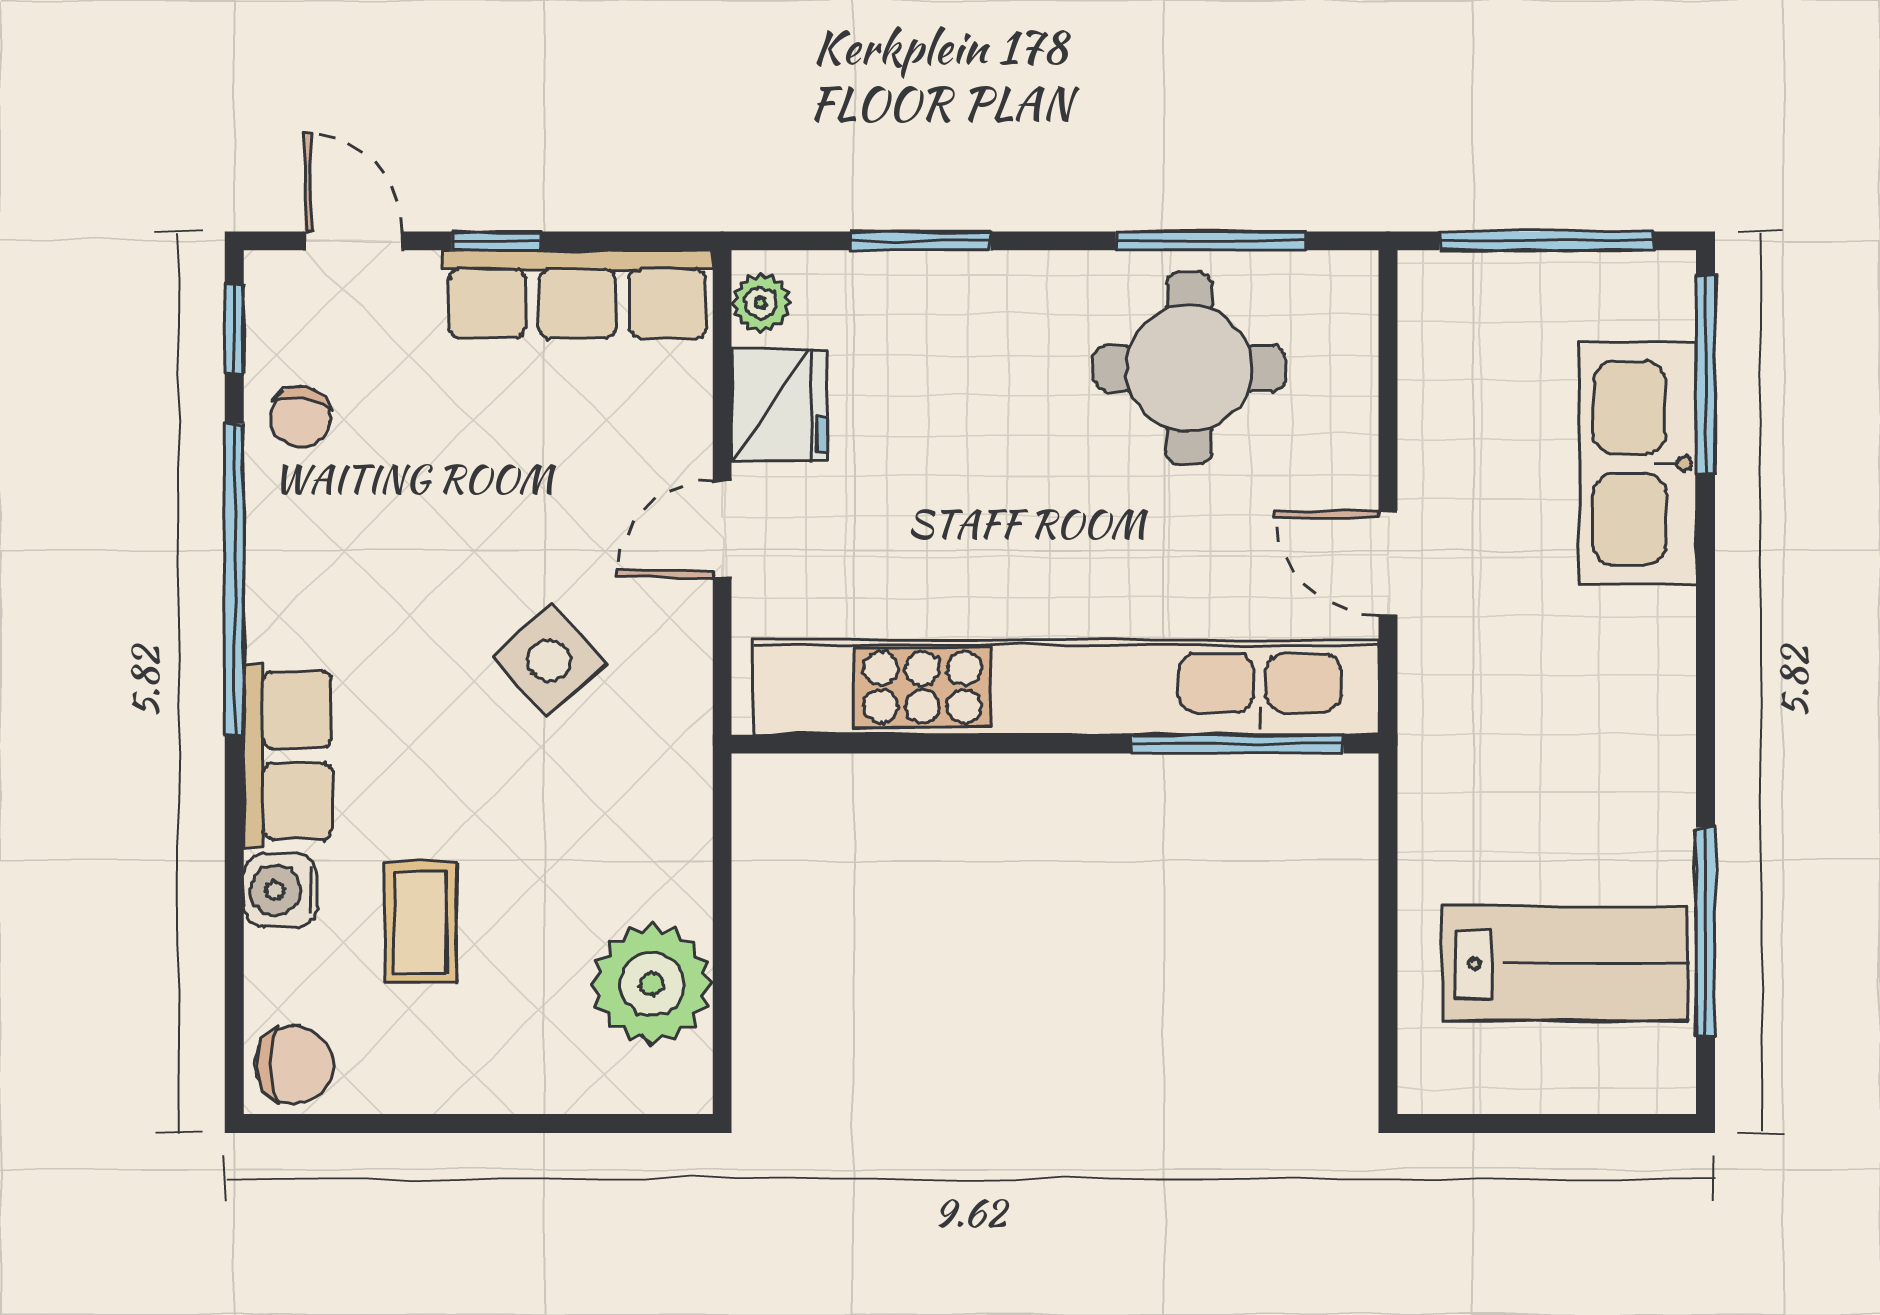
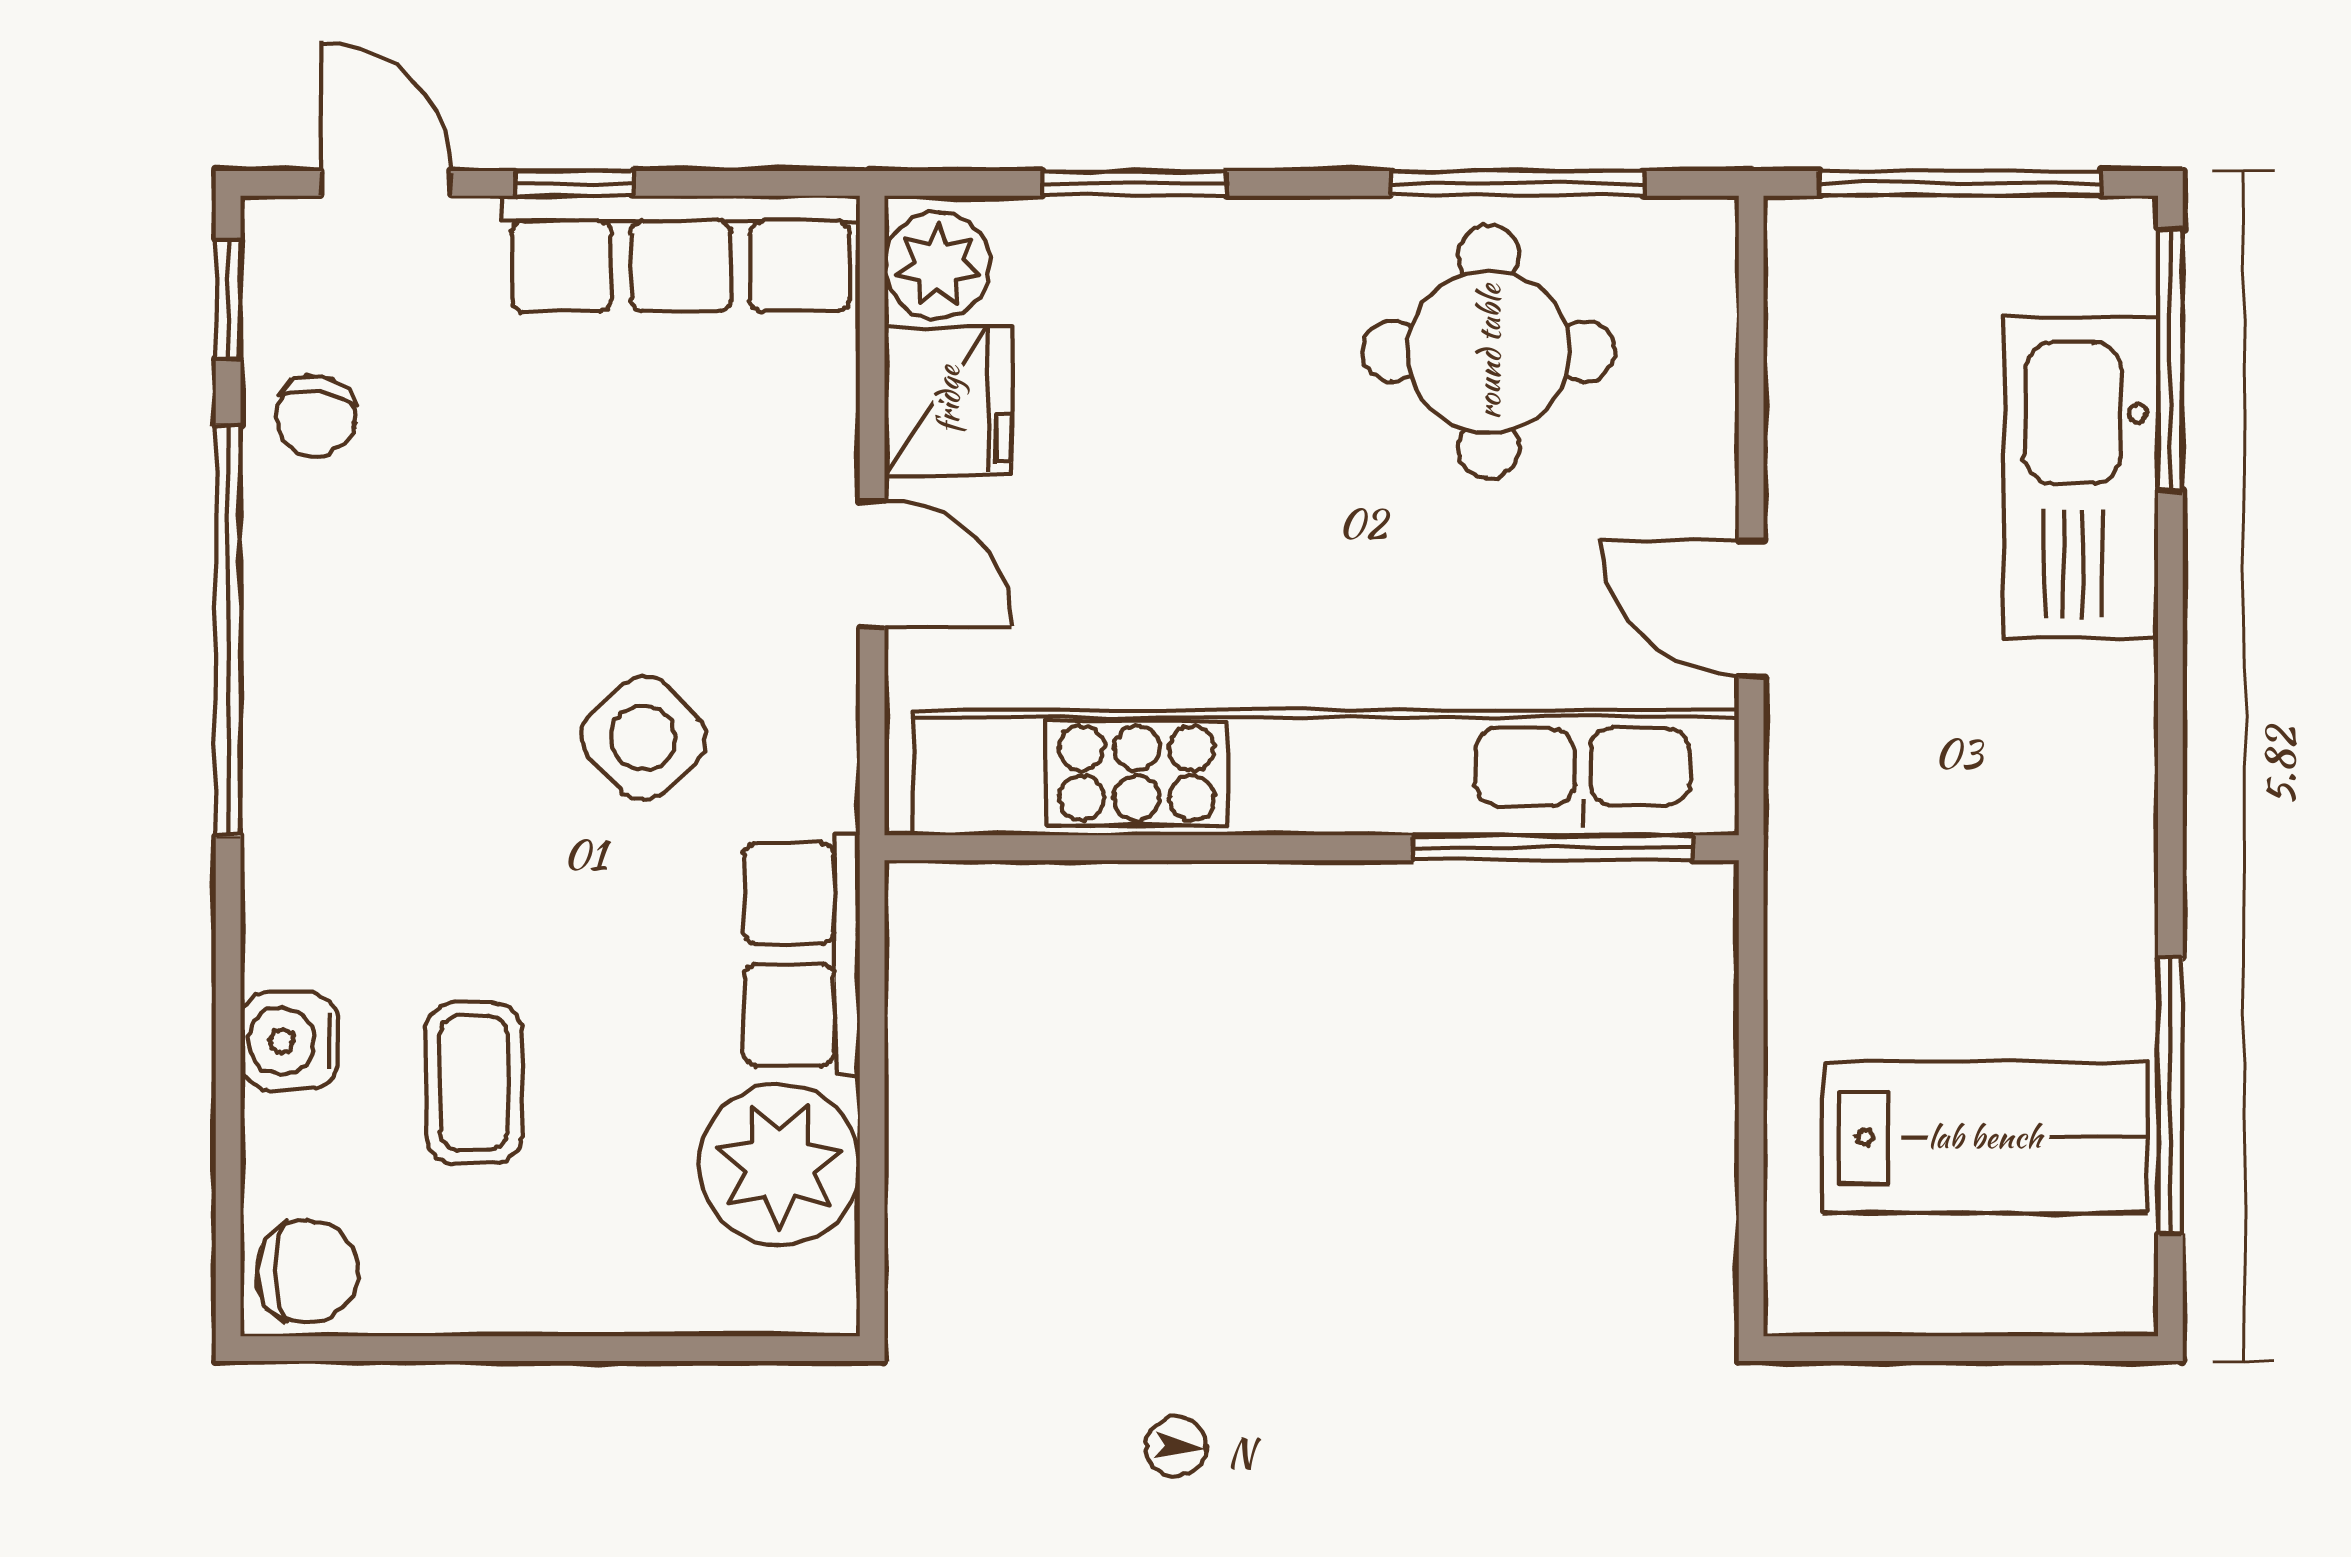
plant: (761, 303) -> (938, 265), width x1.38, depth x1.38
door: (722, 529) -> (872, 564), swing flipped
row of seats: (288, 755) -> (802, 954), moved, turned 180

